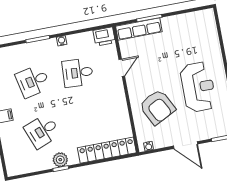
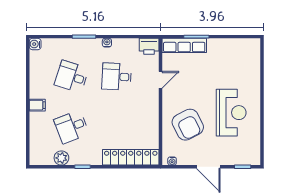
desk: (33, 81) -> (72, 77), turned 30
plant: (60, 160) -> (61, 158), moved

